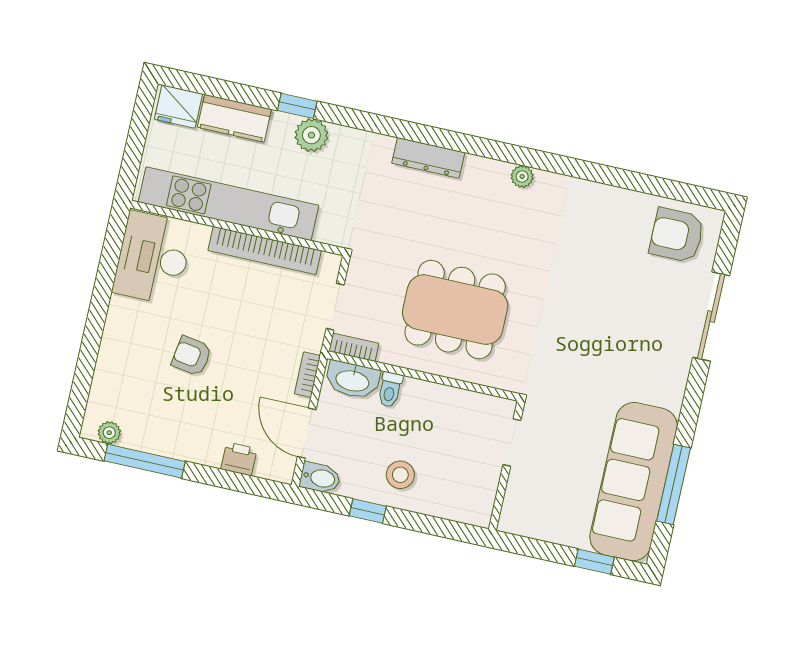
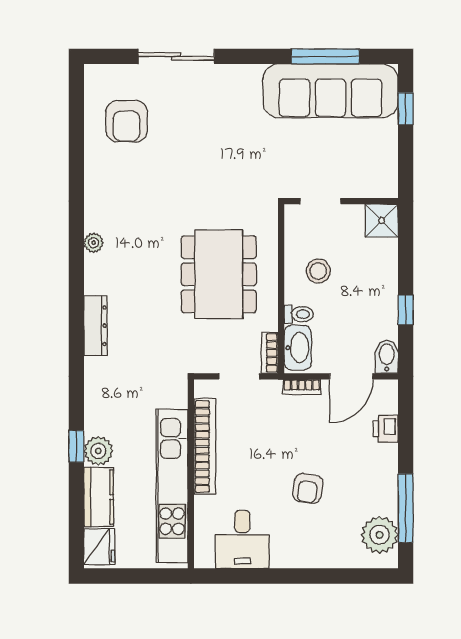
plant: (311, 135) -> (98, 451), moved
armchair: (677, 235) -> (127, 121), moved
desk: (153, 258) -> (242, 539), width x0.73
plant: (109, 433) -> (380, 535), width x1.88, depth x1.88
stool: (400, 475) -> (318, 271), moved
shower: (475, 507) -> (382, 221), added

